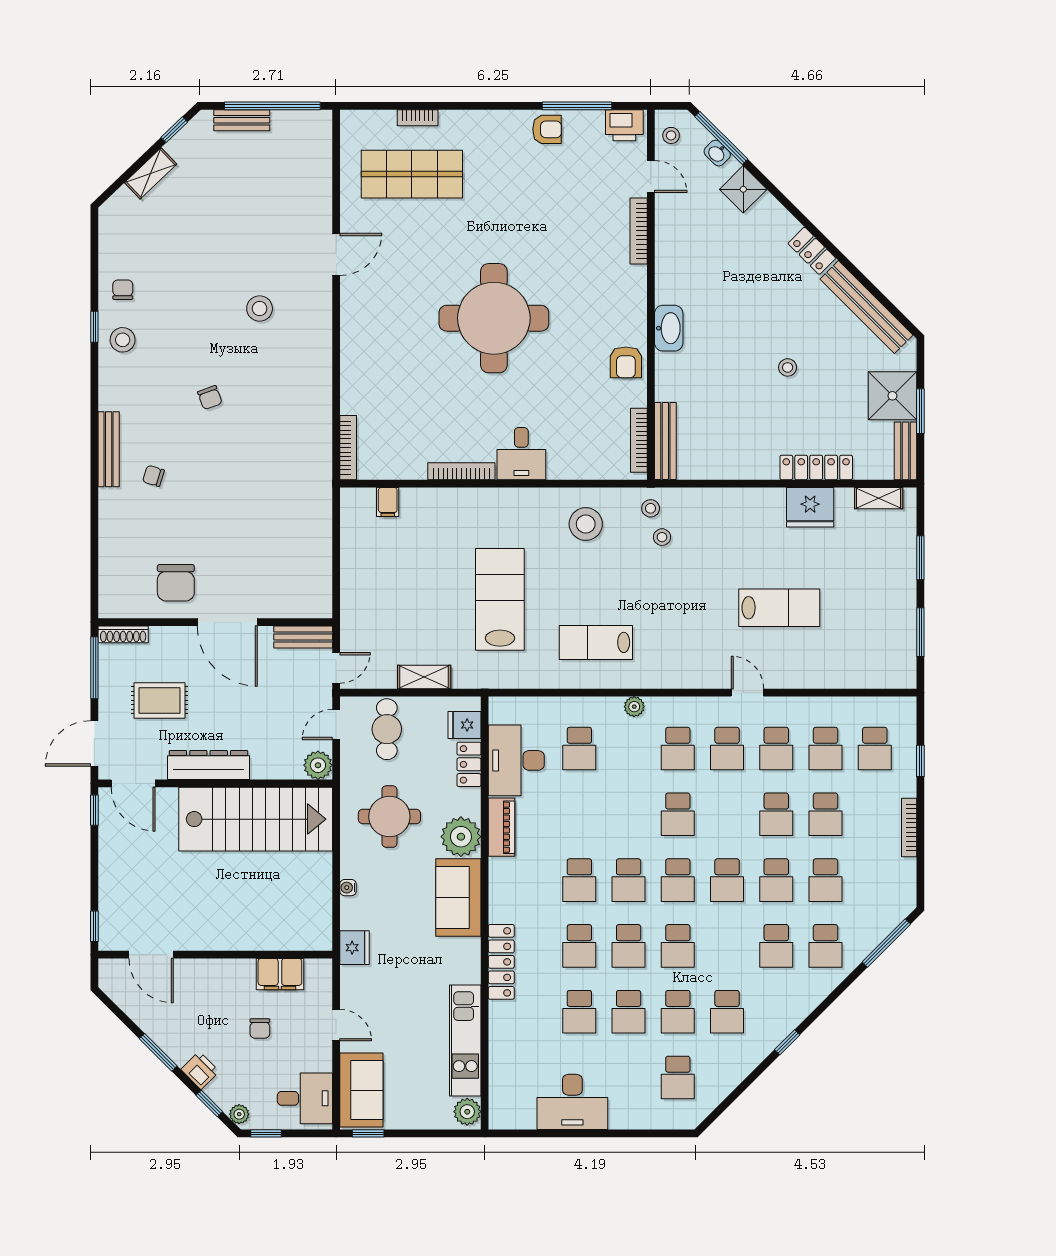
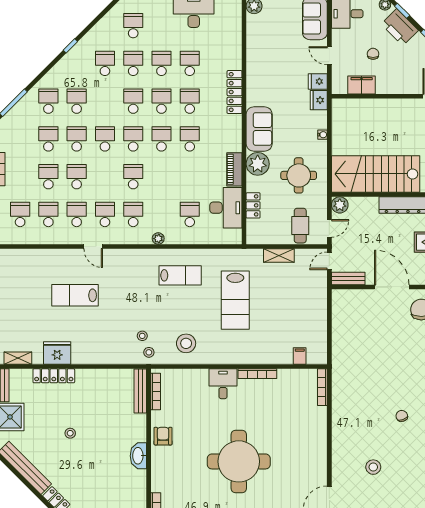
fridge: (464, 725) -> (318, 81), moved, turned 180
kitchen unit: (465, 1041) -> (255, 47), removed
printer: (200, 1070) -> (400, 27), width x1.87, depth x1.48

